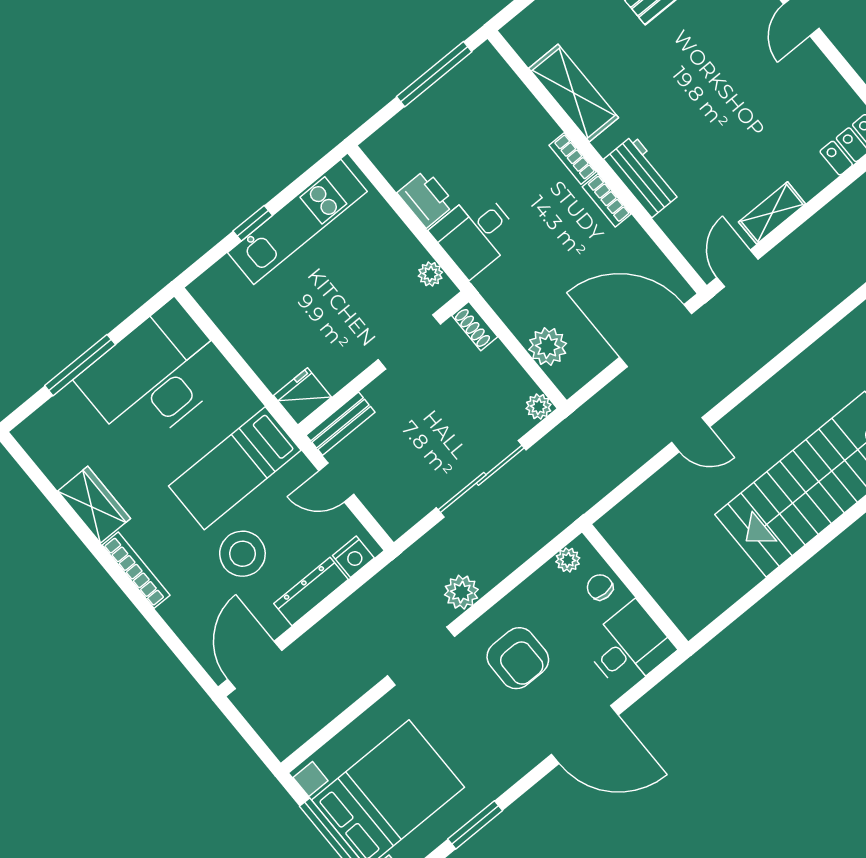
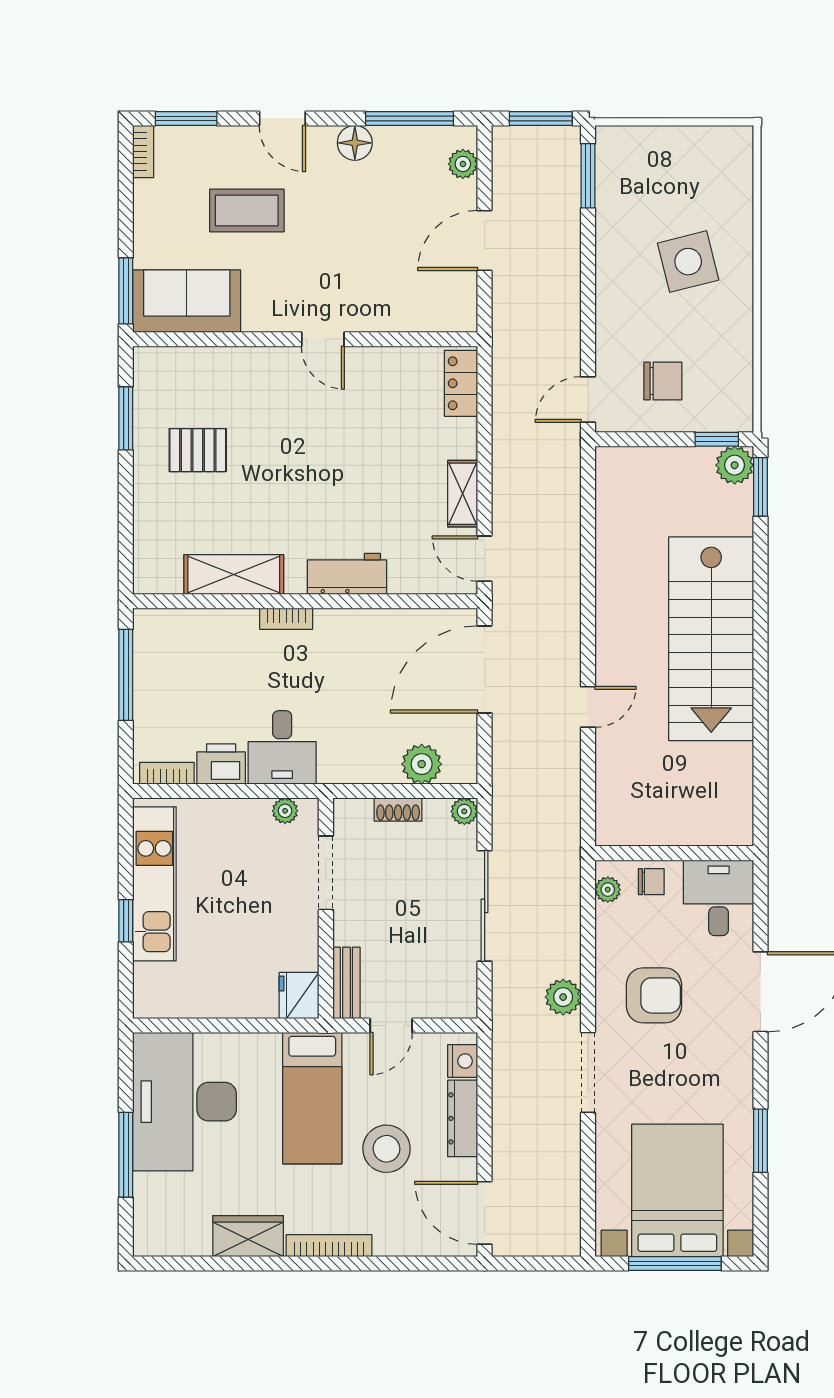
bookcase: (607, 200) -> (167, 773), moved, turned 180
shoe rack: (475, 326) -> (398, 810), moved
chair: (600, 587) -> (651, 882), turned 180

